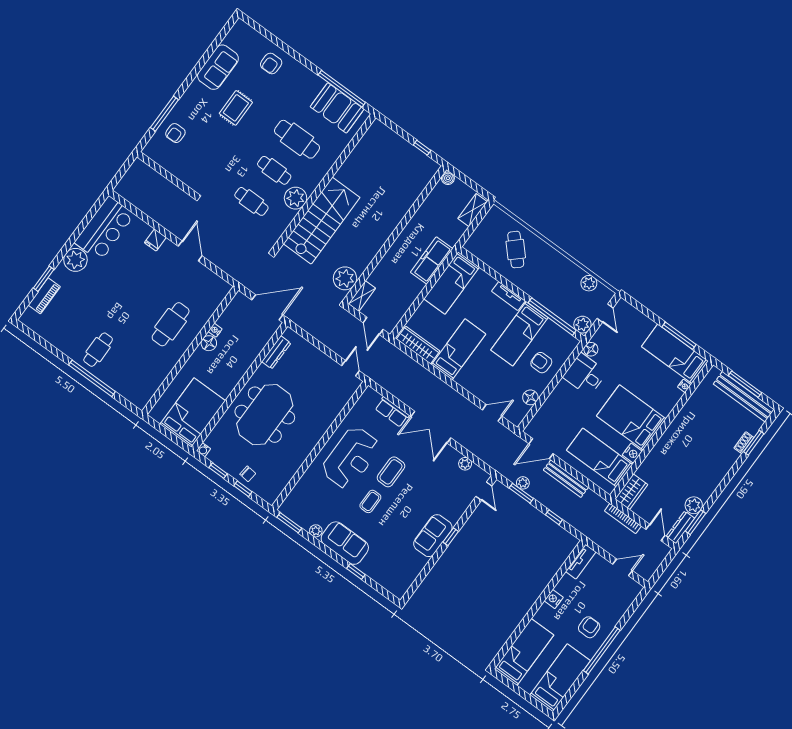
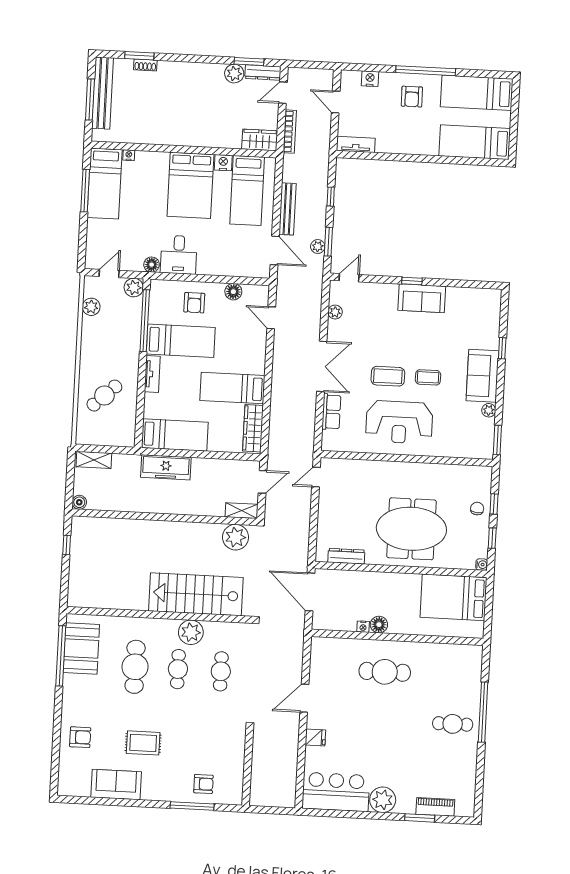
reception desk: (351, 458) -> (399, 422), turned 180
nightstand: (554, 599) -> (370, 79), moved, turned 180
armchair: (589, 627) -> (412, 97), turned -90

